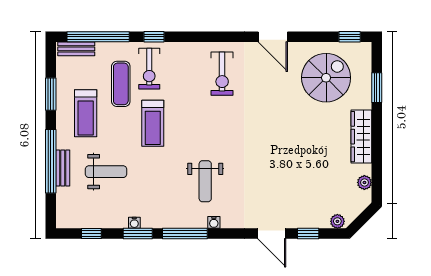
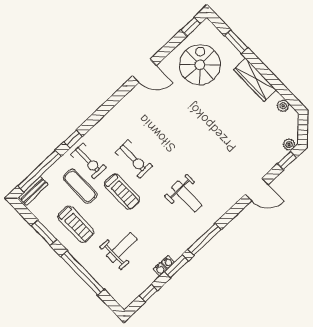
exercise bike: (222, 74) -> (134, 159), moved
bench: (63, 168) -> (94, 270), removed
water cooler: (214, 222) -> (160, 269), moved
window: (308, 234) -> (287, 161), moved

